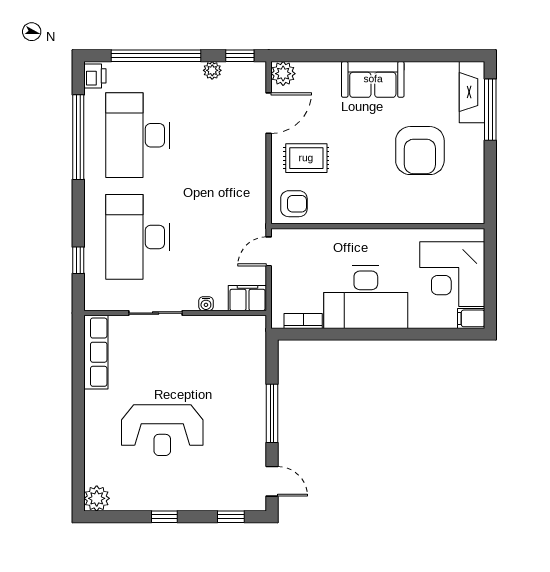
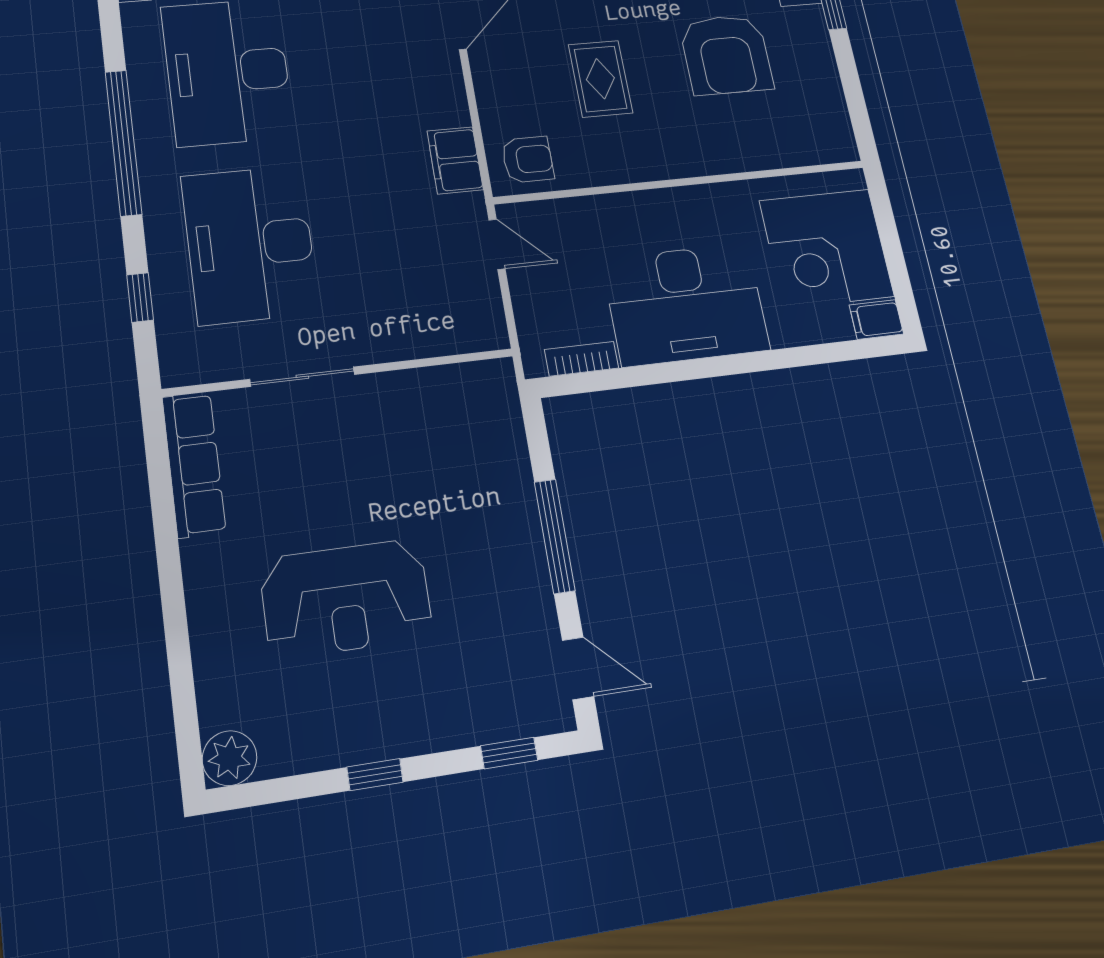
window: (78, 137) -> (123, 142), moved
rug: (306, 158) -> (600, 79), moved, turned 90
door: (269, 251) -> (497, 244), swing flipped
filing cabinet: (247, 298) -> (455, 160), moved, turned -90
water cooler: (206, 304) -> (396, 349), removed

